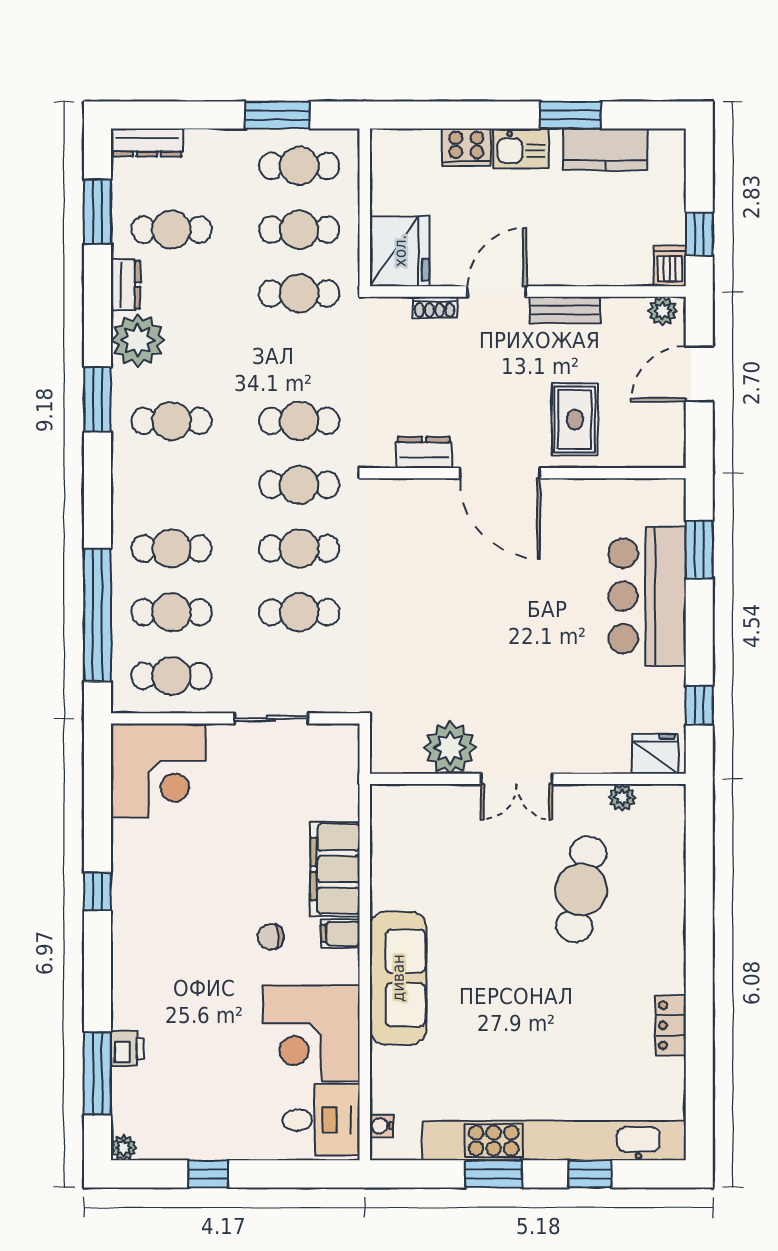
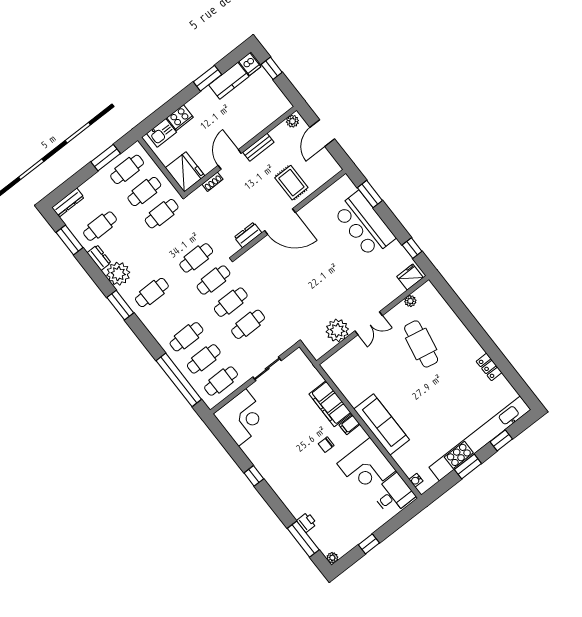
kitchen sink: (521, 149) -> (161, 133), moved
window: (699, 234) -> (272, 68), moved
dishwasher: (670, 266) -> (250, 64), moved, turned 180

